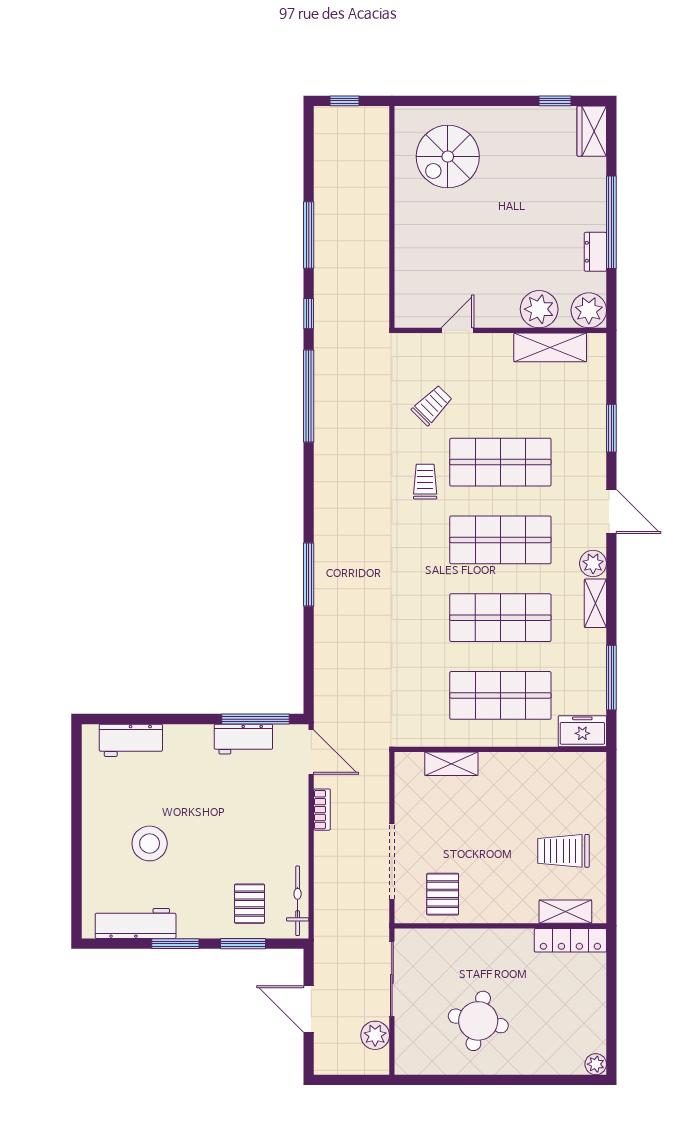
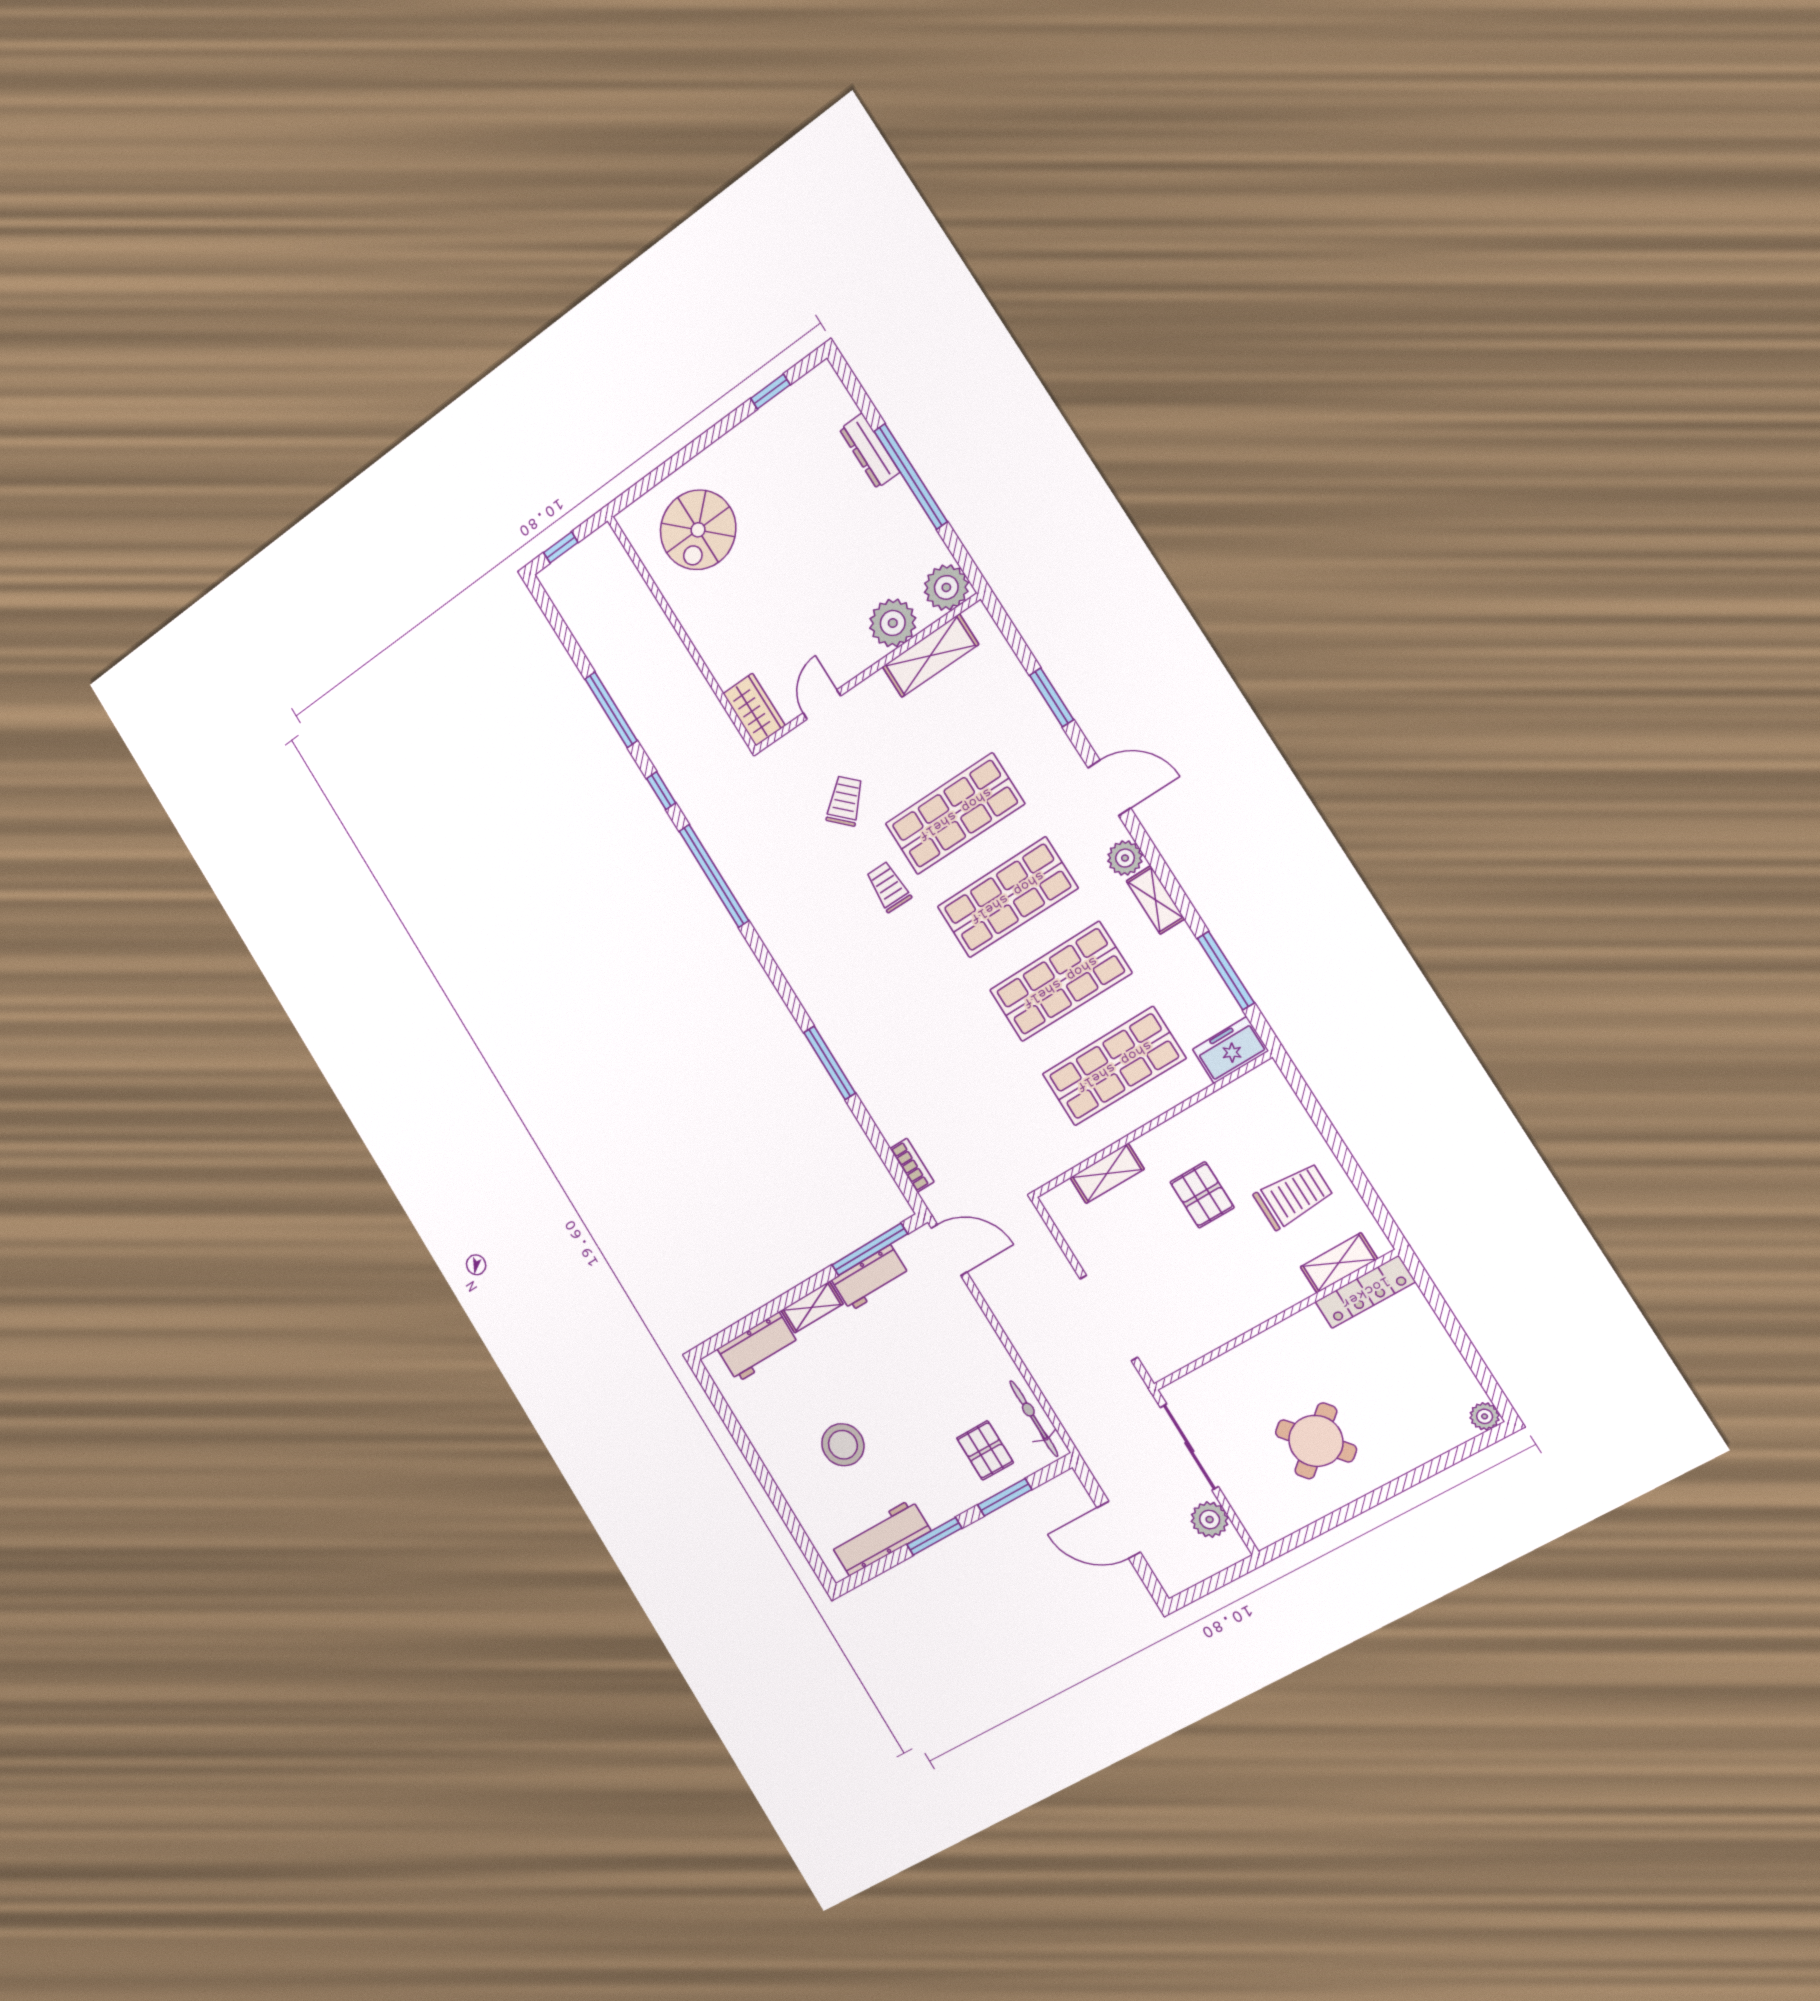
wardrobe: (592, 131) -> (754, 710), moved, turned 180
dresser: (595, 252) -> (870, 451), moved, width x1.44
shelving: (188, 735) -> (812, 1307), added
bookcase: (322, 810) -> (912, 1165), moved
trolley: (563, 851) -> (1293, 1196), turned 180
pallet: (443, 894) -> (1202, 1195), moved
round table: (478, 1021) -> (1316, 1441), turned 38

